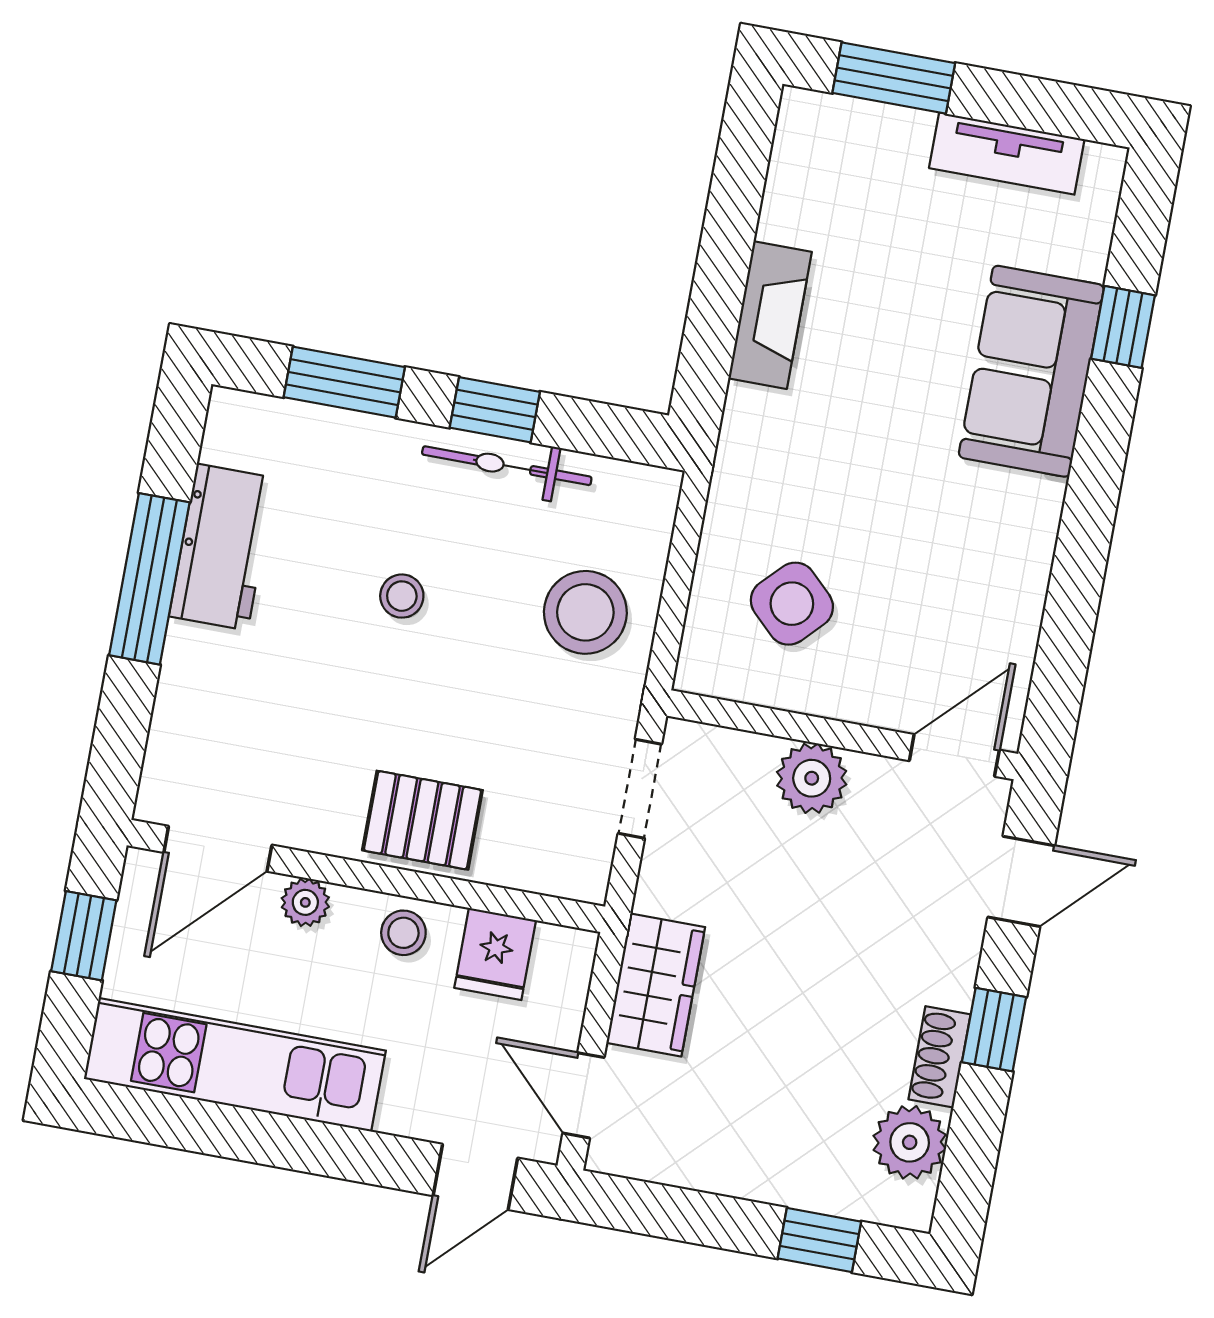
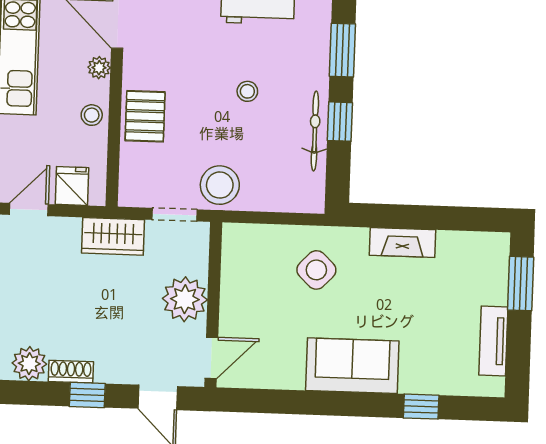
sofa: (1031, 371) -> (352, 366), moved
side table: (792, 604) -> (316, 270), moved
stool: (585, 612) -> (220, 185), moved
door: (954, 755) -> (211, 358), hinge flipped
plant: (812, 778) -> (185, 299), width x1.36, depth x1.36
fridge: (495, 954) -> (72, 186), moved, turned 90
wardrobe: (656, 985) -> (113, 236), moved

